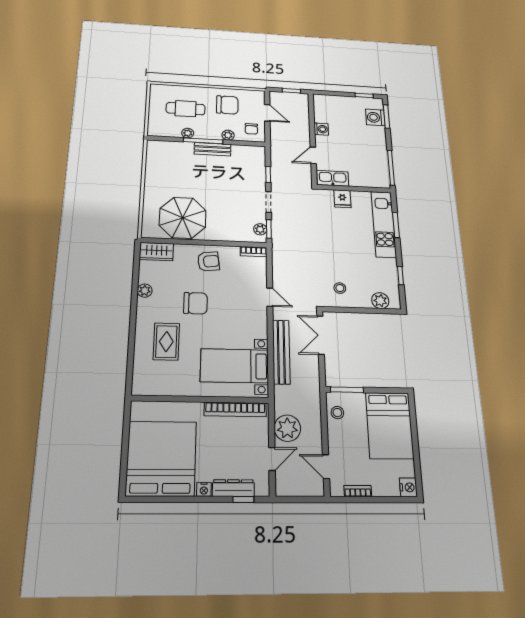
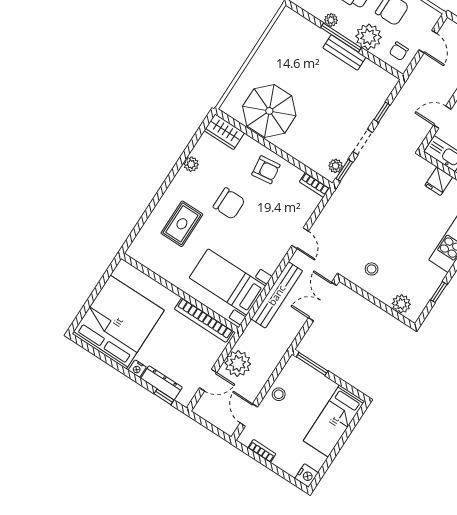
plant: (228, 135) -> (368, 37), width x1.88, depth x1.88
stool: (337, 413) -> (279, 394), moved
bed: (390, 425) -> (334, 421), width x0.67

